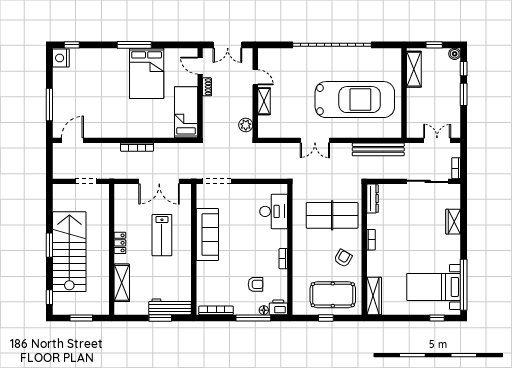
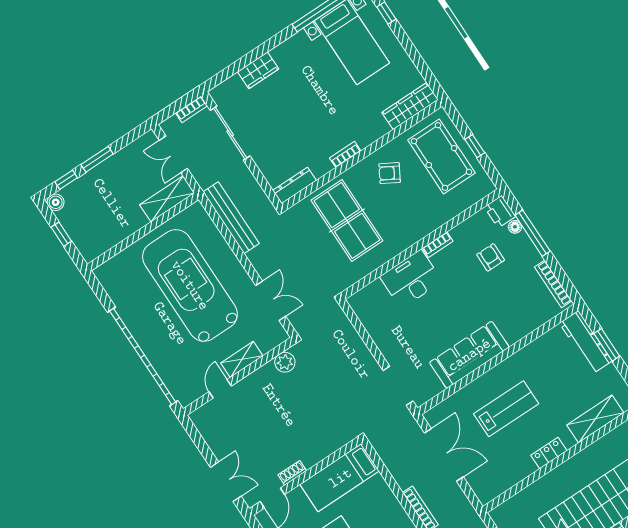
shelving: (414, 69) -> (167, 199), moved
door: (255, 77) -> (220, 389), moved
wall: (255, 93) -> (239, 376), moved
shelving: (264, 101) -> (242, 359), moved
plant: (246, 125) -> (285, 362), moved
desk: (274, 211) -> (411, 279), moved

